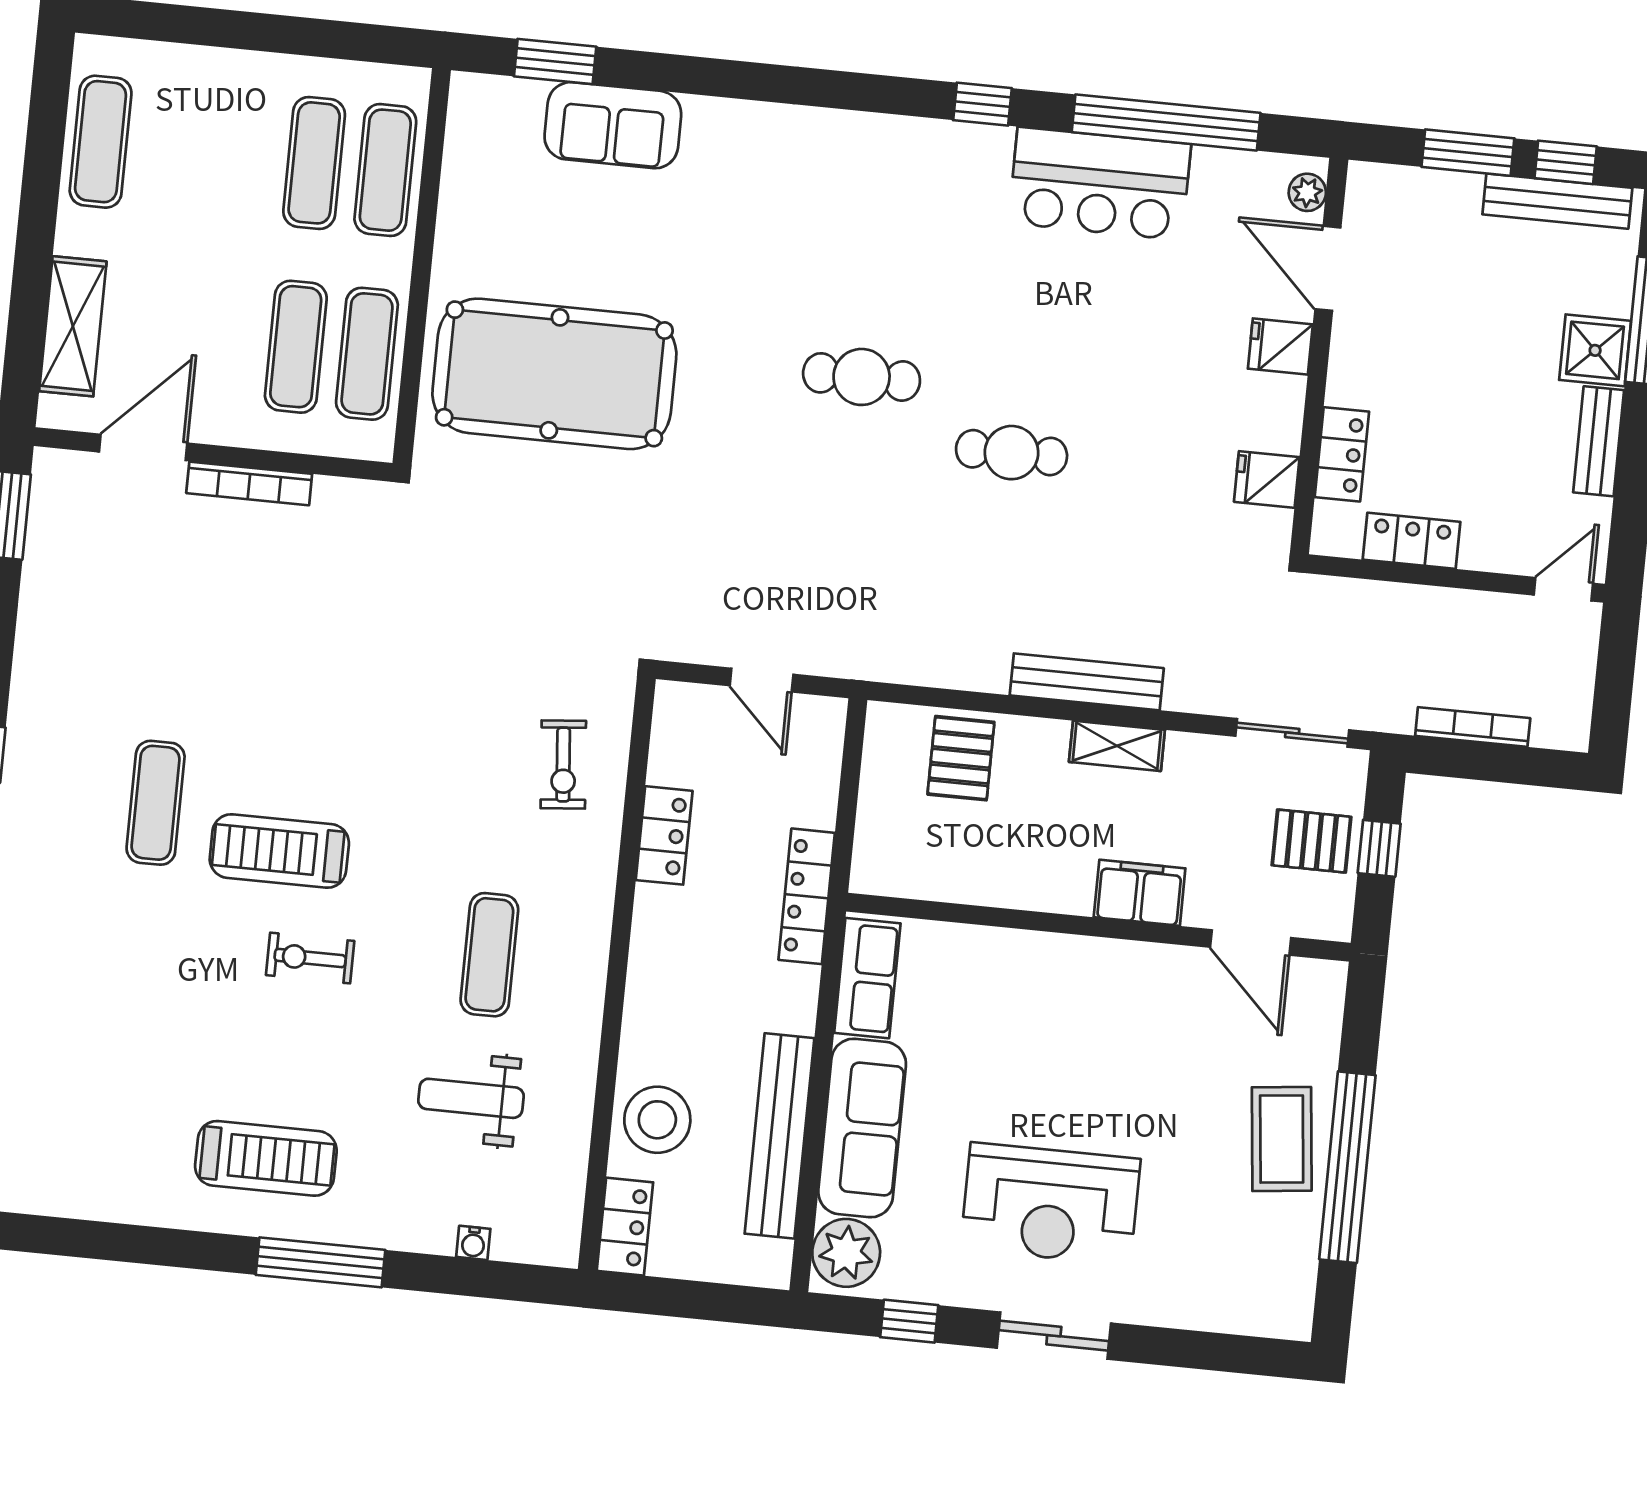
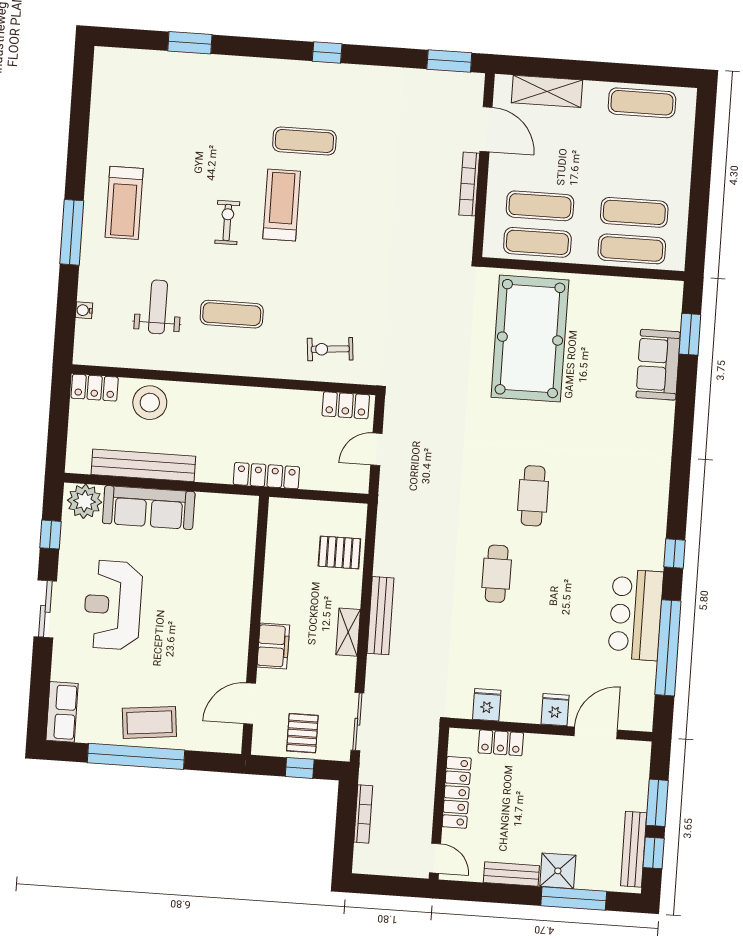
plant: (1307, 192) -> (634, 721), removed
locker: (1412, 541) -> (457, 792), width x1.53
locker: (664, 835) -> (346, 405), moved
row of seats: (867, 978) -> (62, 712), moved, turned -90

